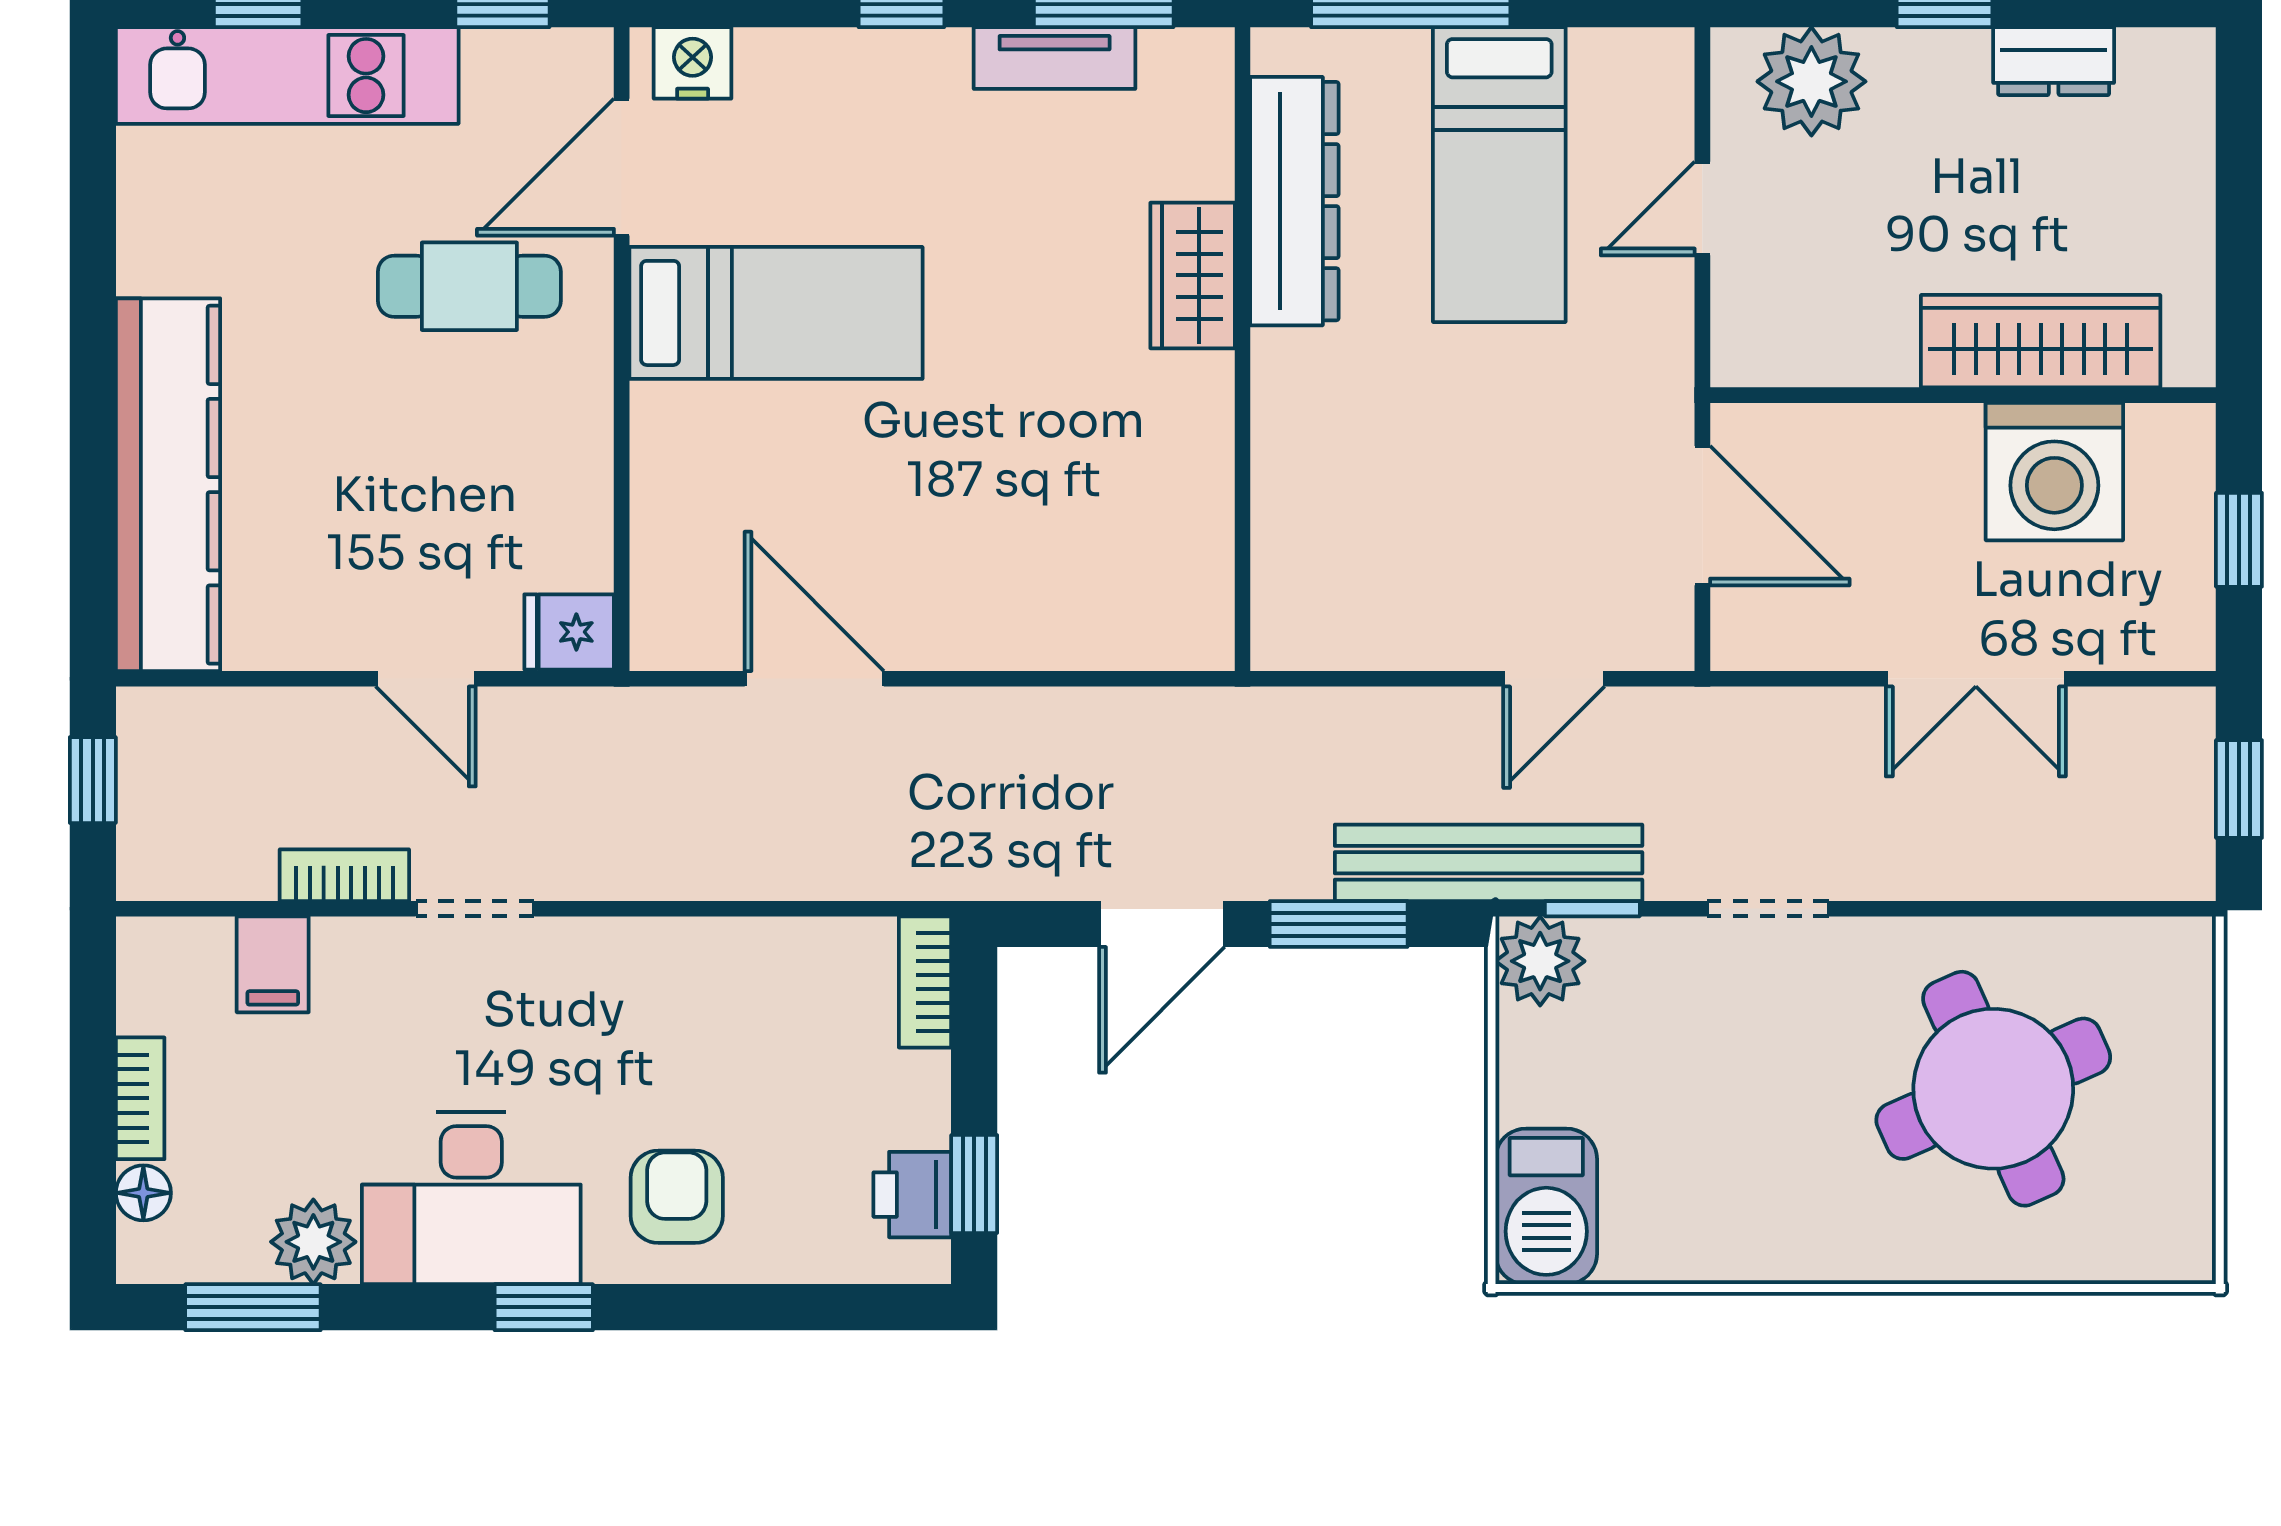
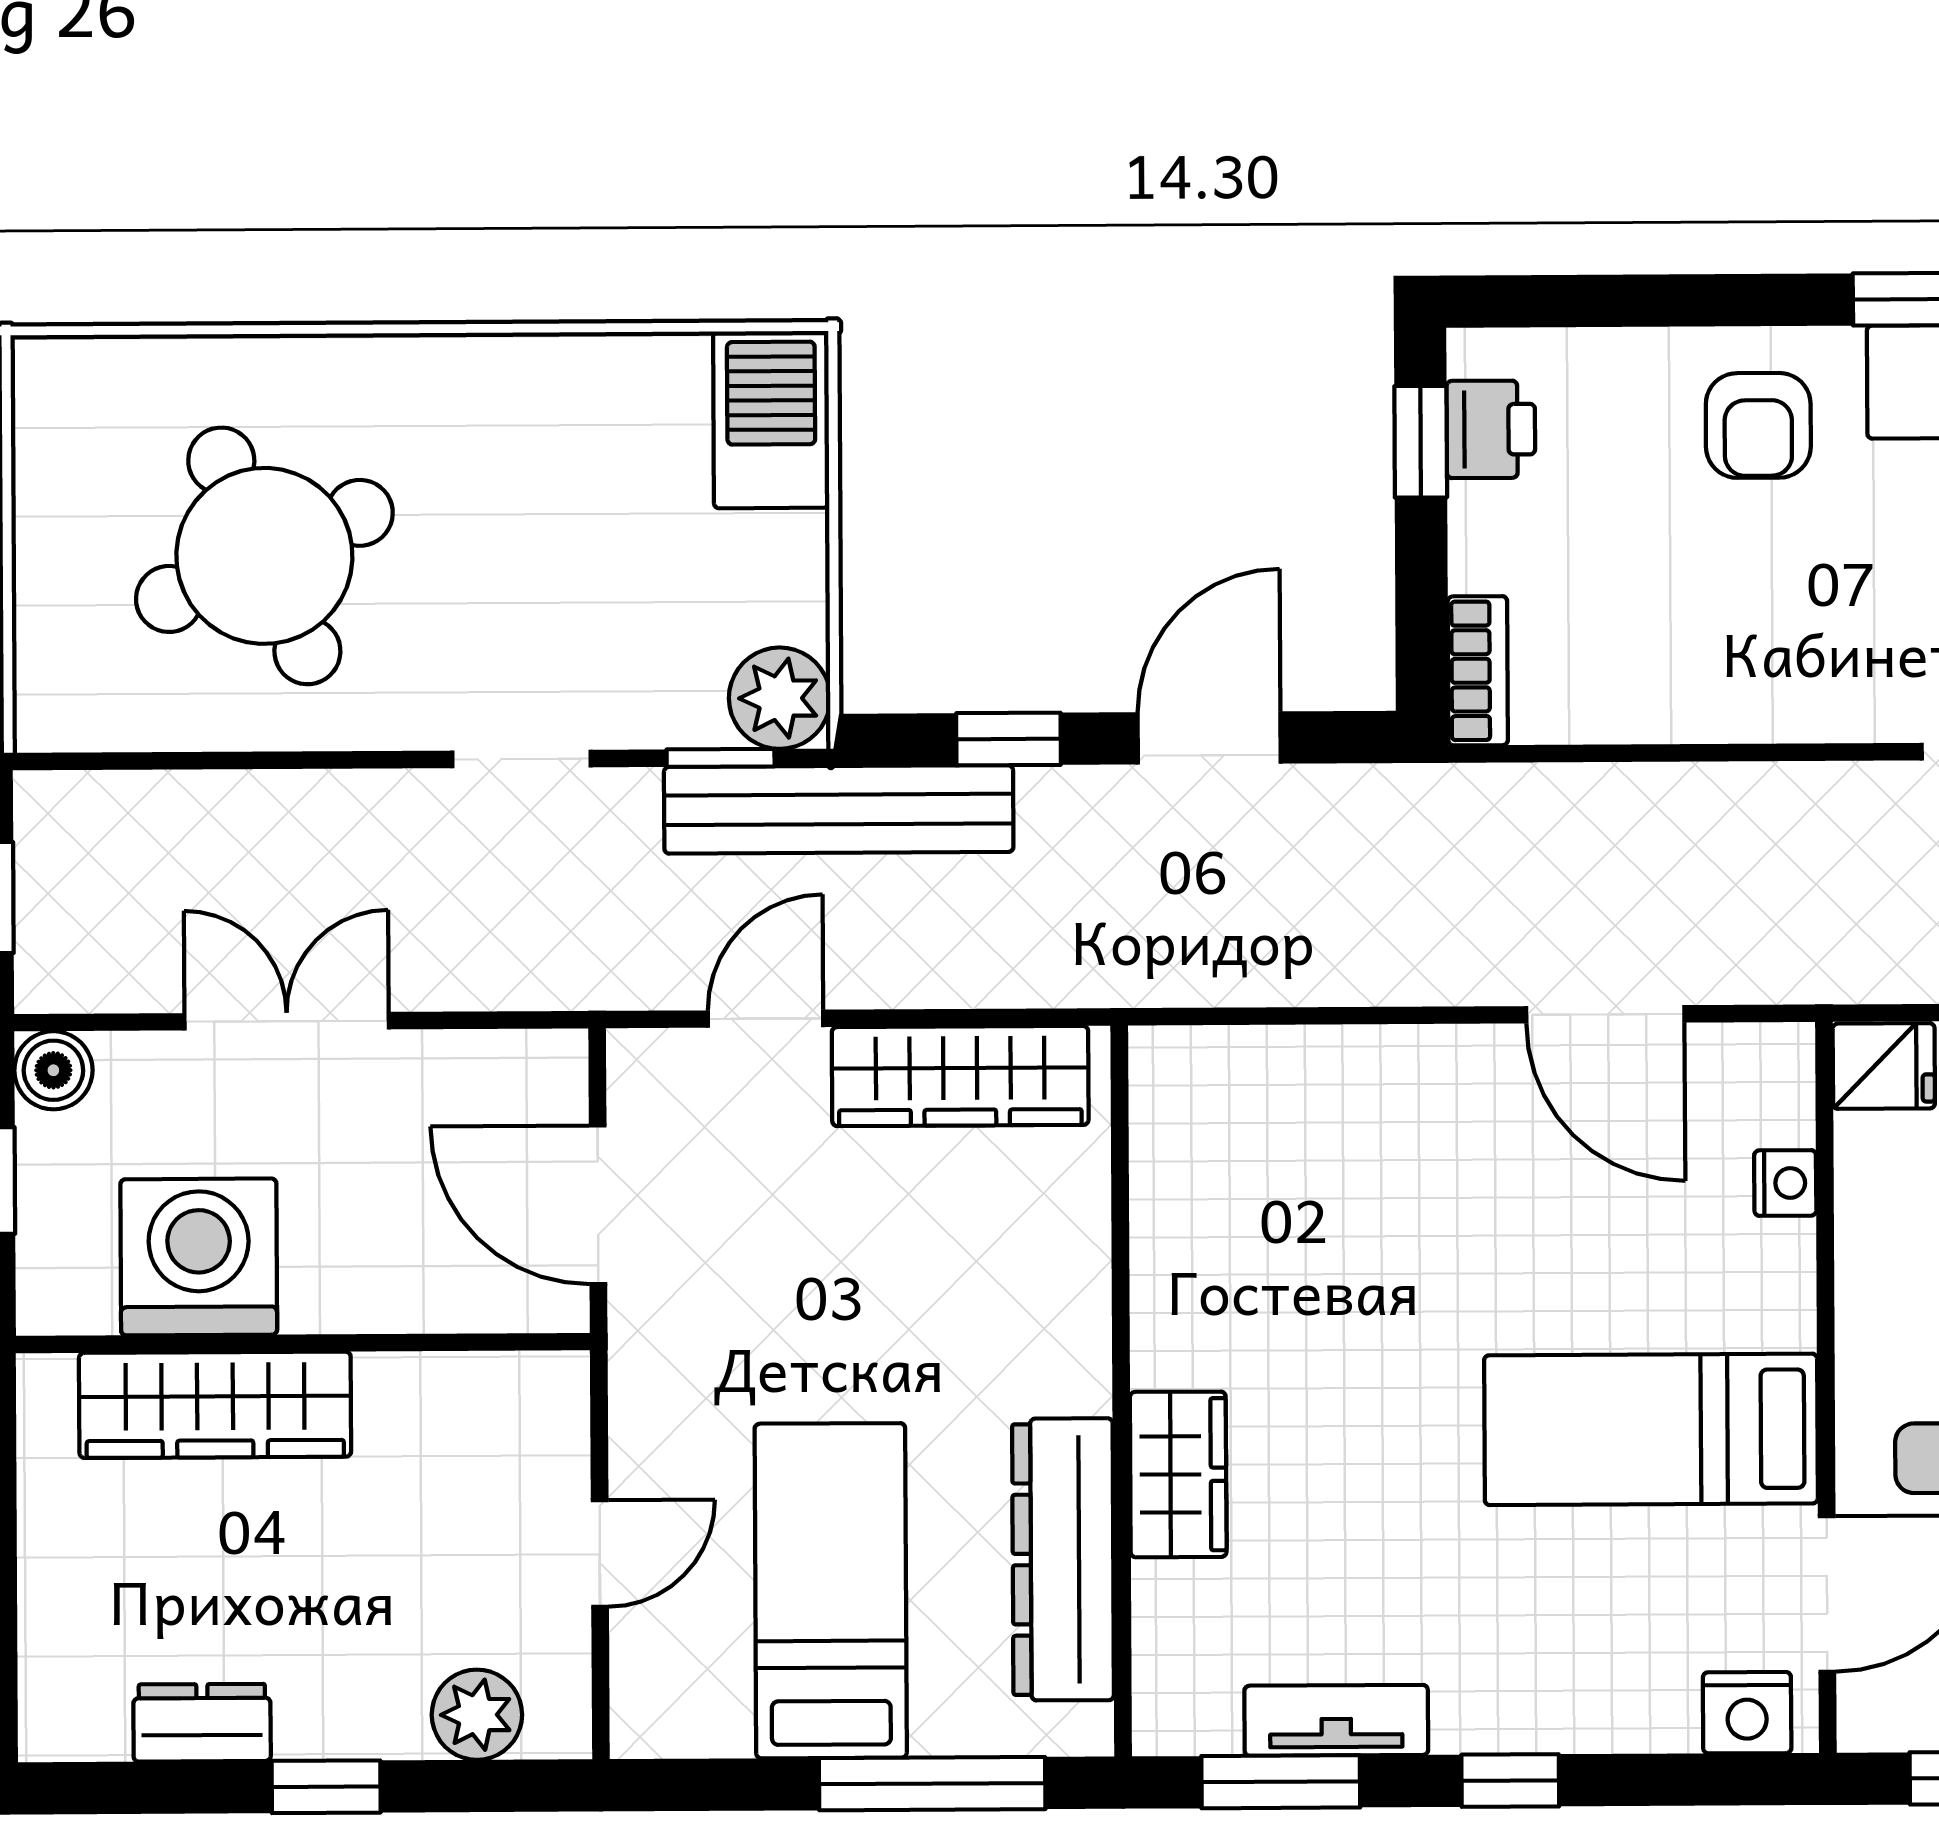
plant: (1811, 81) -> (477, 1715), width x0.73, depth x0.73
nightstand: (657, 529) -> (1785, 1183), added
wardrobe: (1383, 627) -> (960, 1076), added
boiler: (2181, 637) -> (53, 1070), added
window: (1339, 924) -> (1009, 739), width x0.67

